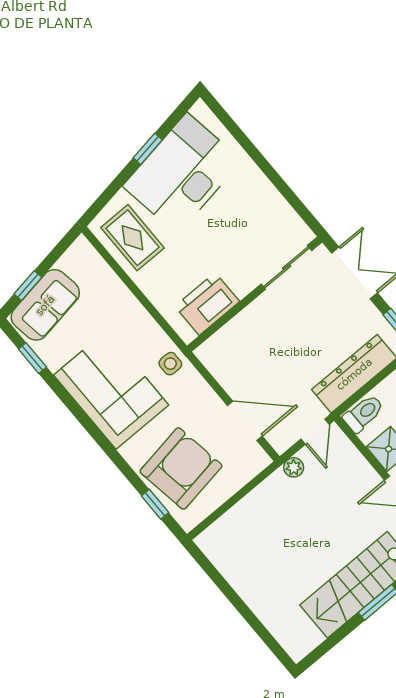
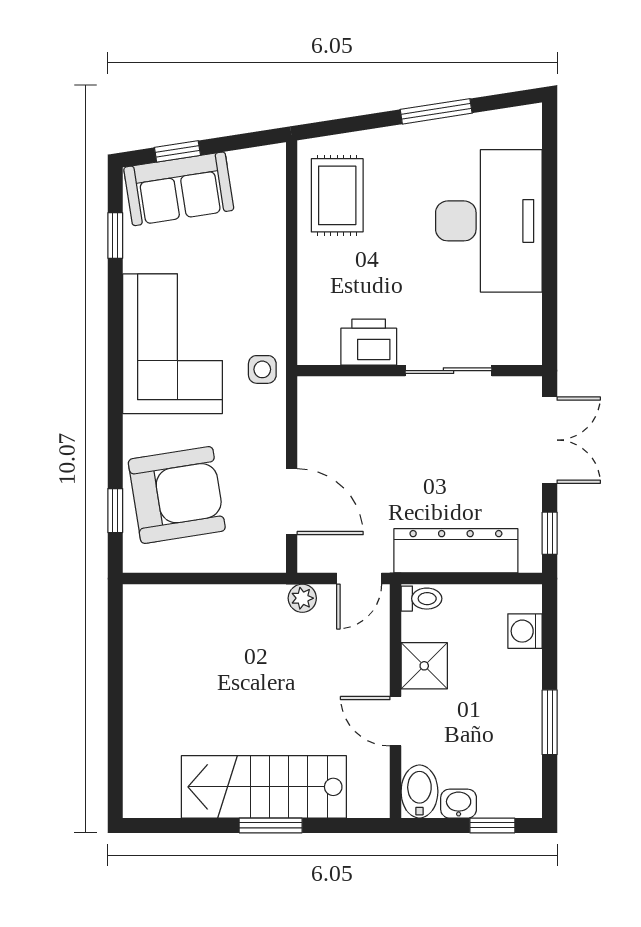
window: (148, 149) -> (436, 111), width x1.50
desk: (182, 173) -> (489, 221), moved, turned 99
sliding door: (286, 267) -> (448, 371), moved
printer: (207, 304) -> (369, 342), width x0.73, depth x0.84
toilet: (363, 413) -> (421, 599), width x0.73, depth x0.72

